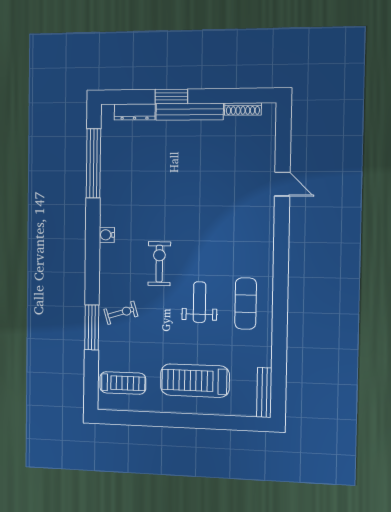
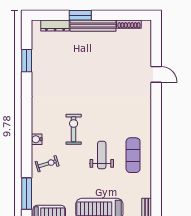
window: (93, 163) -> (27, 61), width x0.47
water cooler: (107, 235) -> (37, 139), moved
window: (92, 327) -> (27, 194), moved

